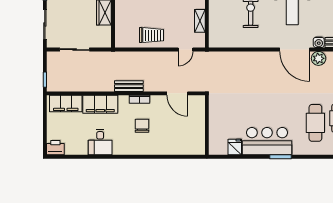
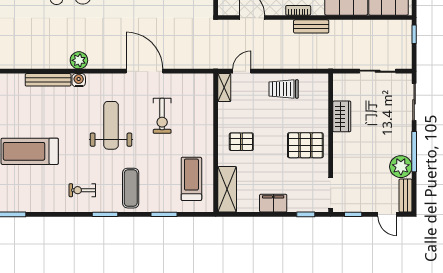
shelving: (200, 21) -> (224, 88), moved
door: (295, 50) -> (145, 71), moved

